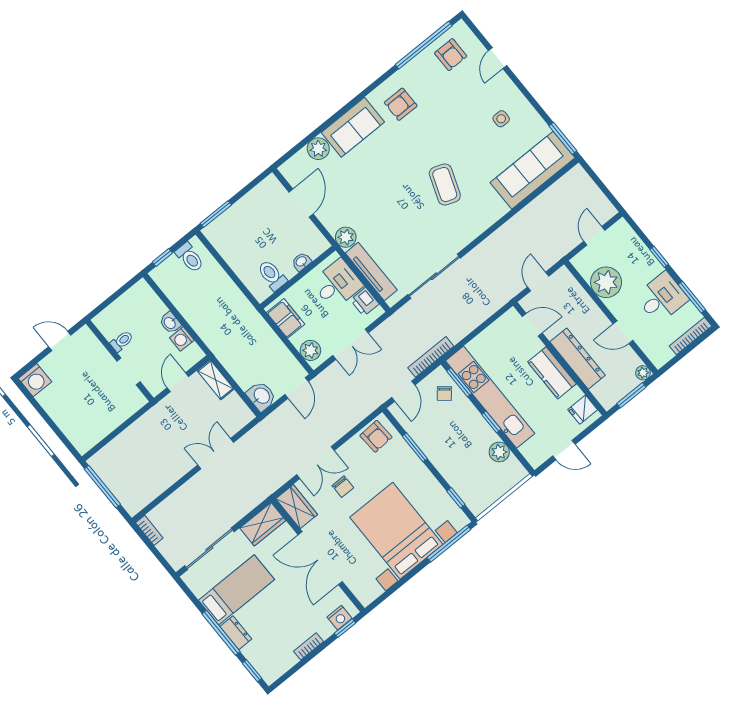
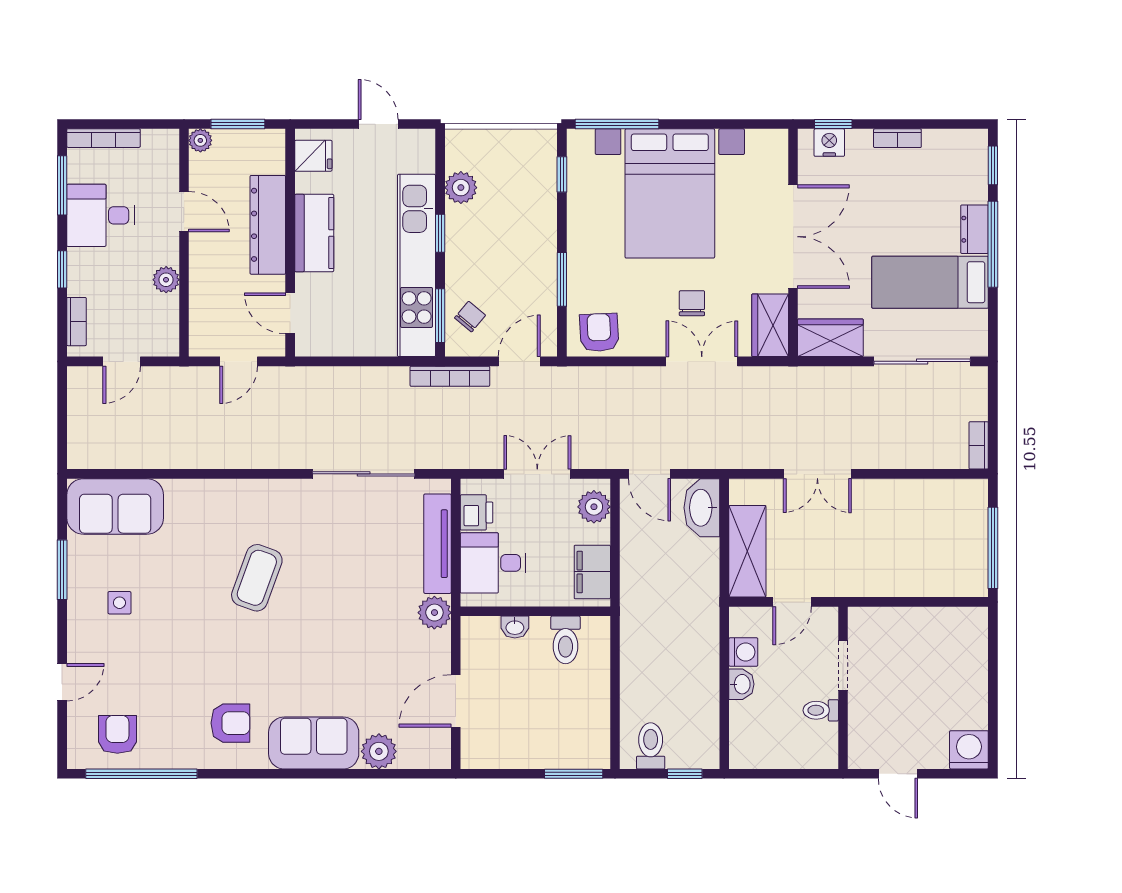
window: (563, 138) -> (62, 570), moved
sofa: (532, 170) -> (115, 506), width x0.73
bookcase: (632, 237) -> (77, 322), added
plant: (606, 282) -> (166, 280), width x0.53, depth x0.53
shelving: (215, 380) -> (747, 551), width x1.50, depth x1.33
door: (297, 388) -> (649, 474), swing flipped
washbasin: (261, 396) -> (702, 508), width x1.38

